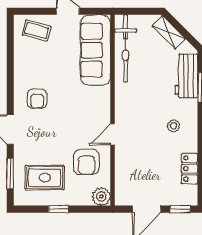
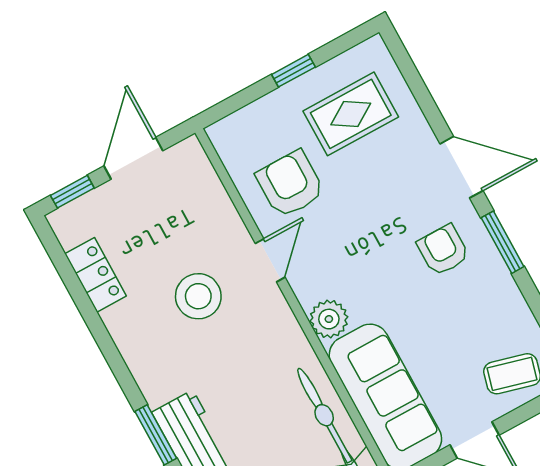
stool: (174, 126) -> (198, 296), moved, width x1.89, depth x1.89
window: (10, 173) -> (503, 242), moved
plant: (101, 196) -> (329, 319), moved

